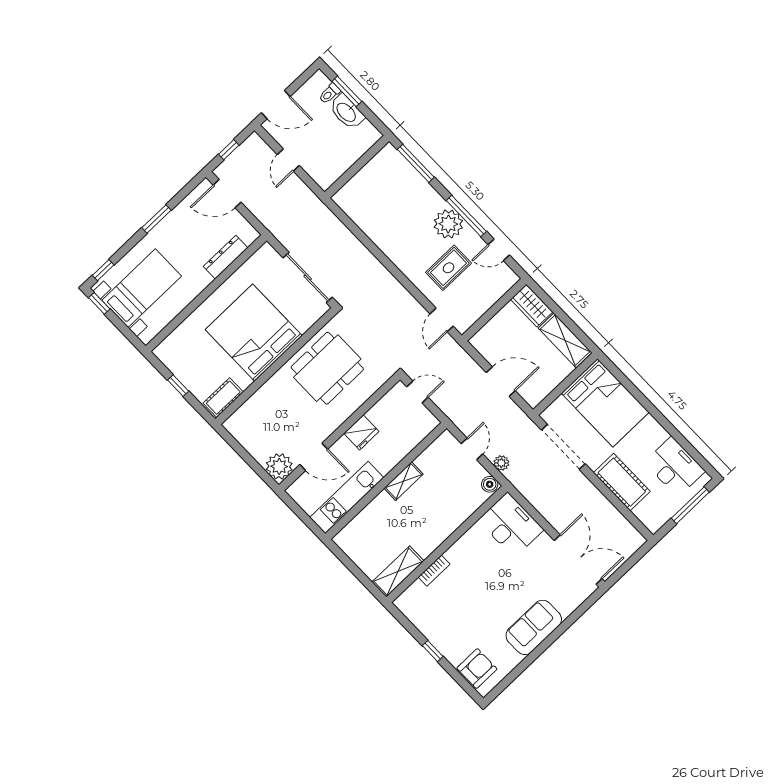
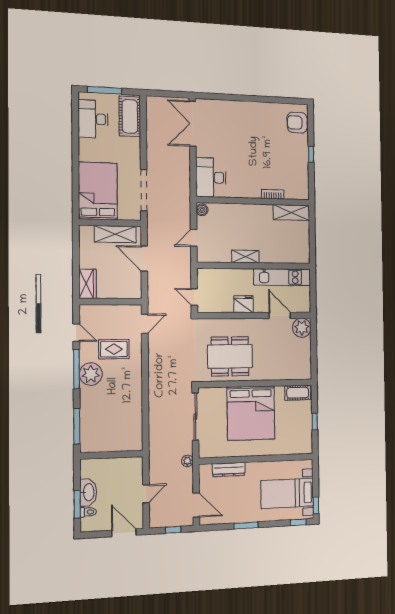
shelving: (565, 340) -> (115, 234), moved, turned 90
plant: (501, 463) -> (187, 461), moved
cot: (622, 482) -> (130, 116), moved
sofa: (534, 627) -> (249, 113), removed

